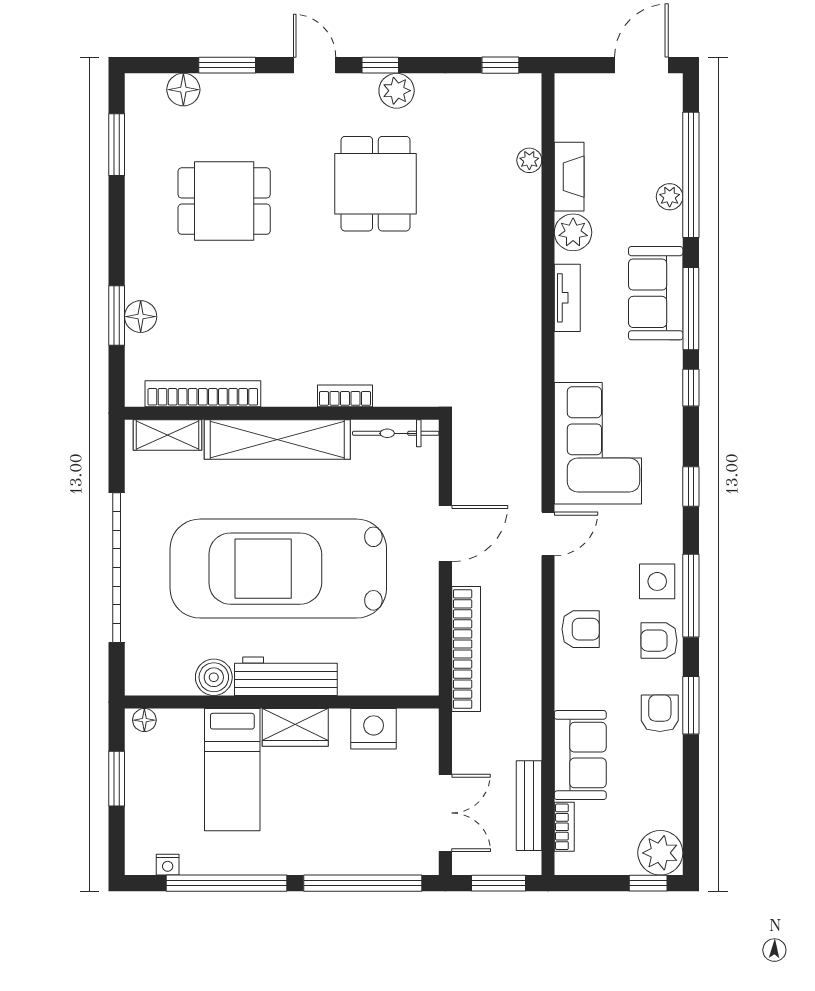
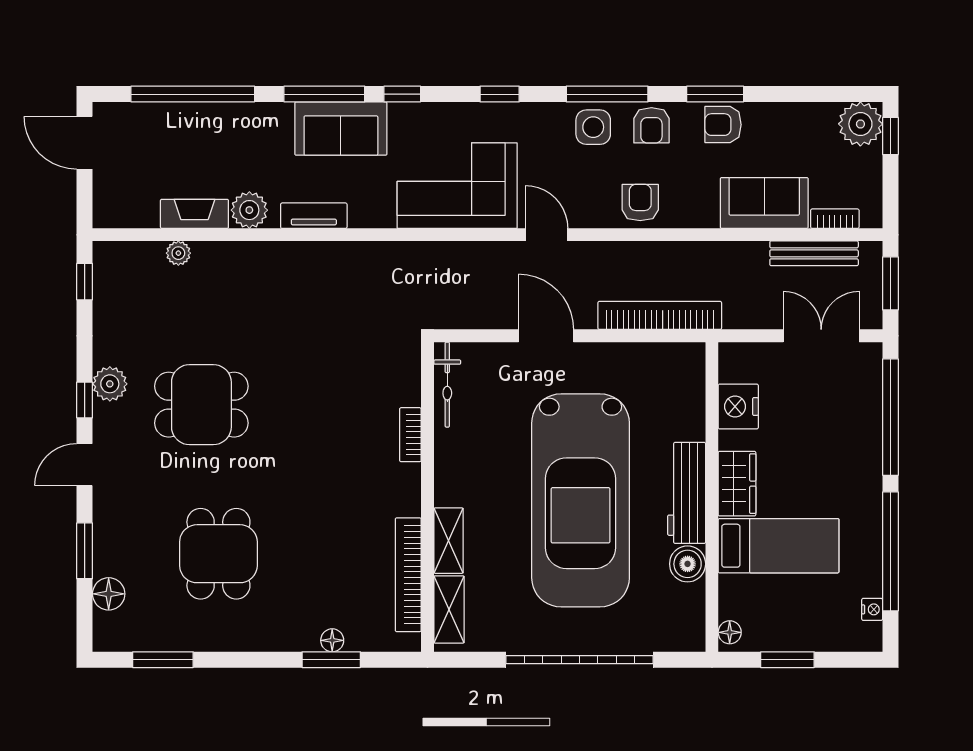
plant: (670, 197) -> (214, 115), removed
sofa: (656, 293) -> (341, 129), moved
floor lamp: (141, 317) -> (332, 640), width x0.73, depth x0.73
shelving: (277, 440) -> (448, 541), width x0.45, depth x0.75

